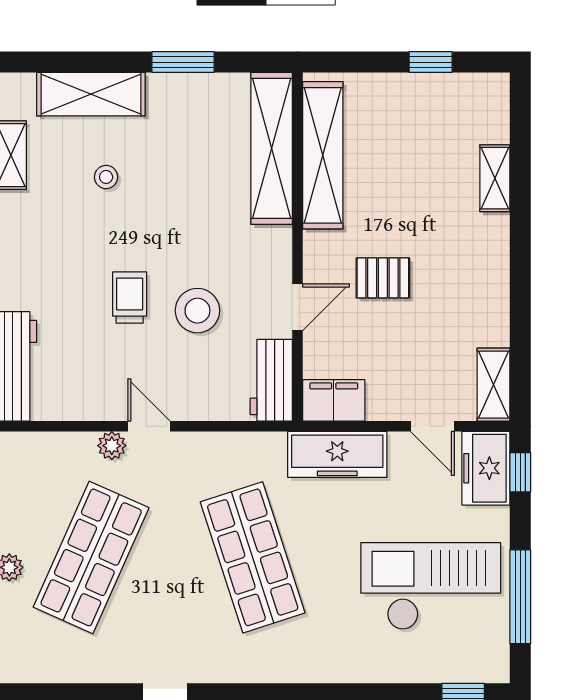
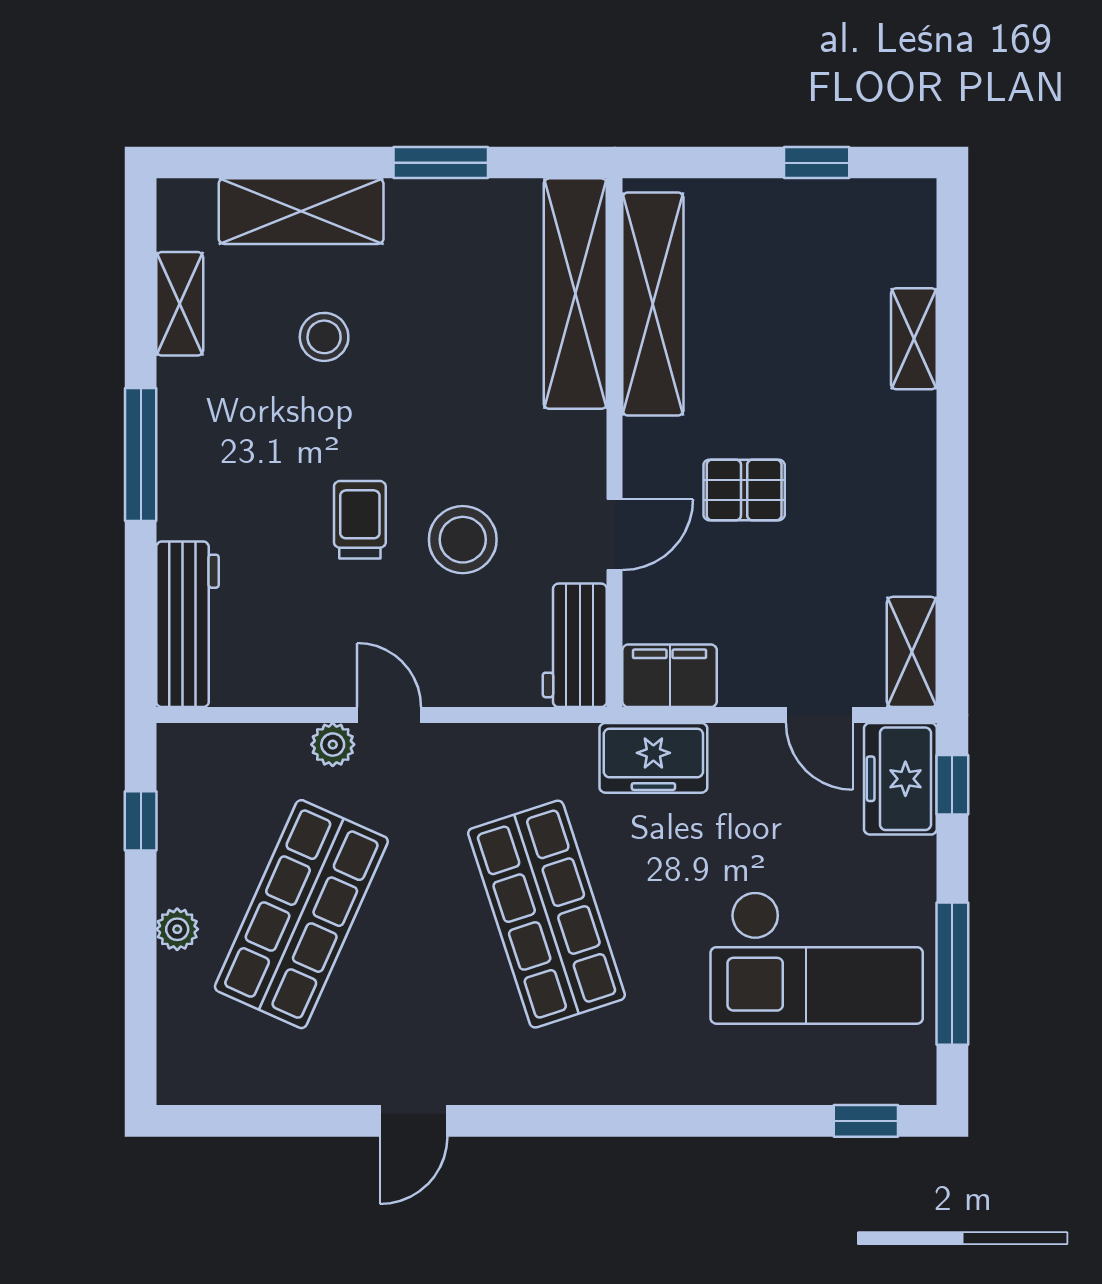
stool: (106, 177) -> (324, 337), width x1.37, depth x1.37
freezer: (337, 454) -> (653, 758), width x0.71
checkout: (431, 586) -> (817, 958), turned 180

